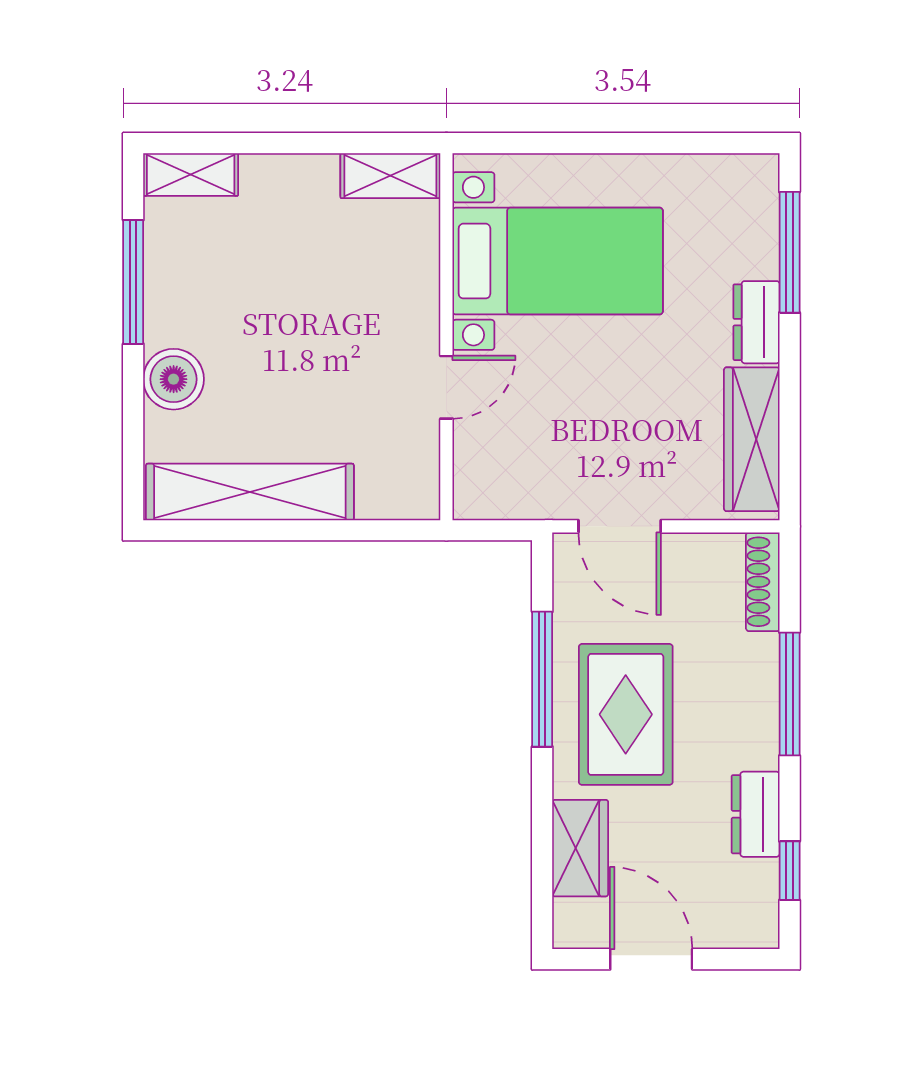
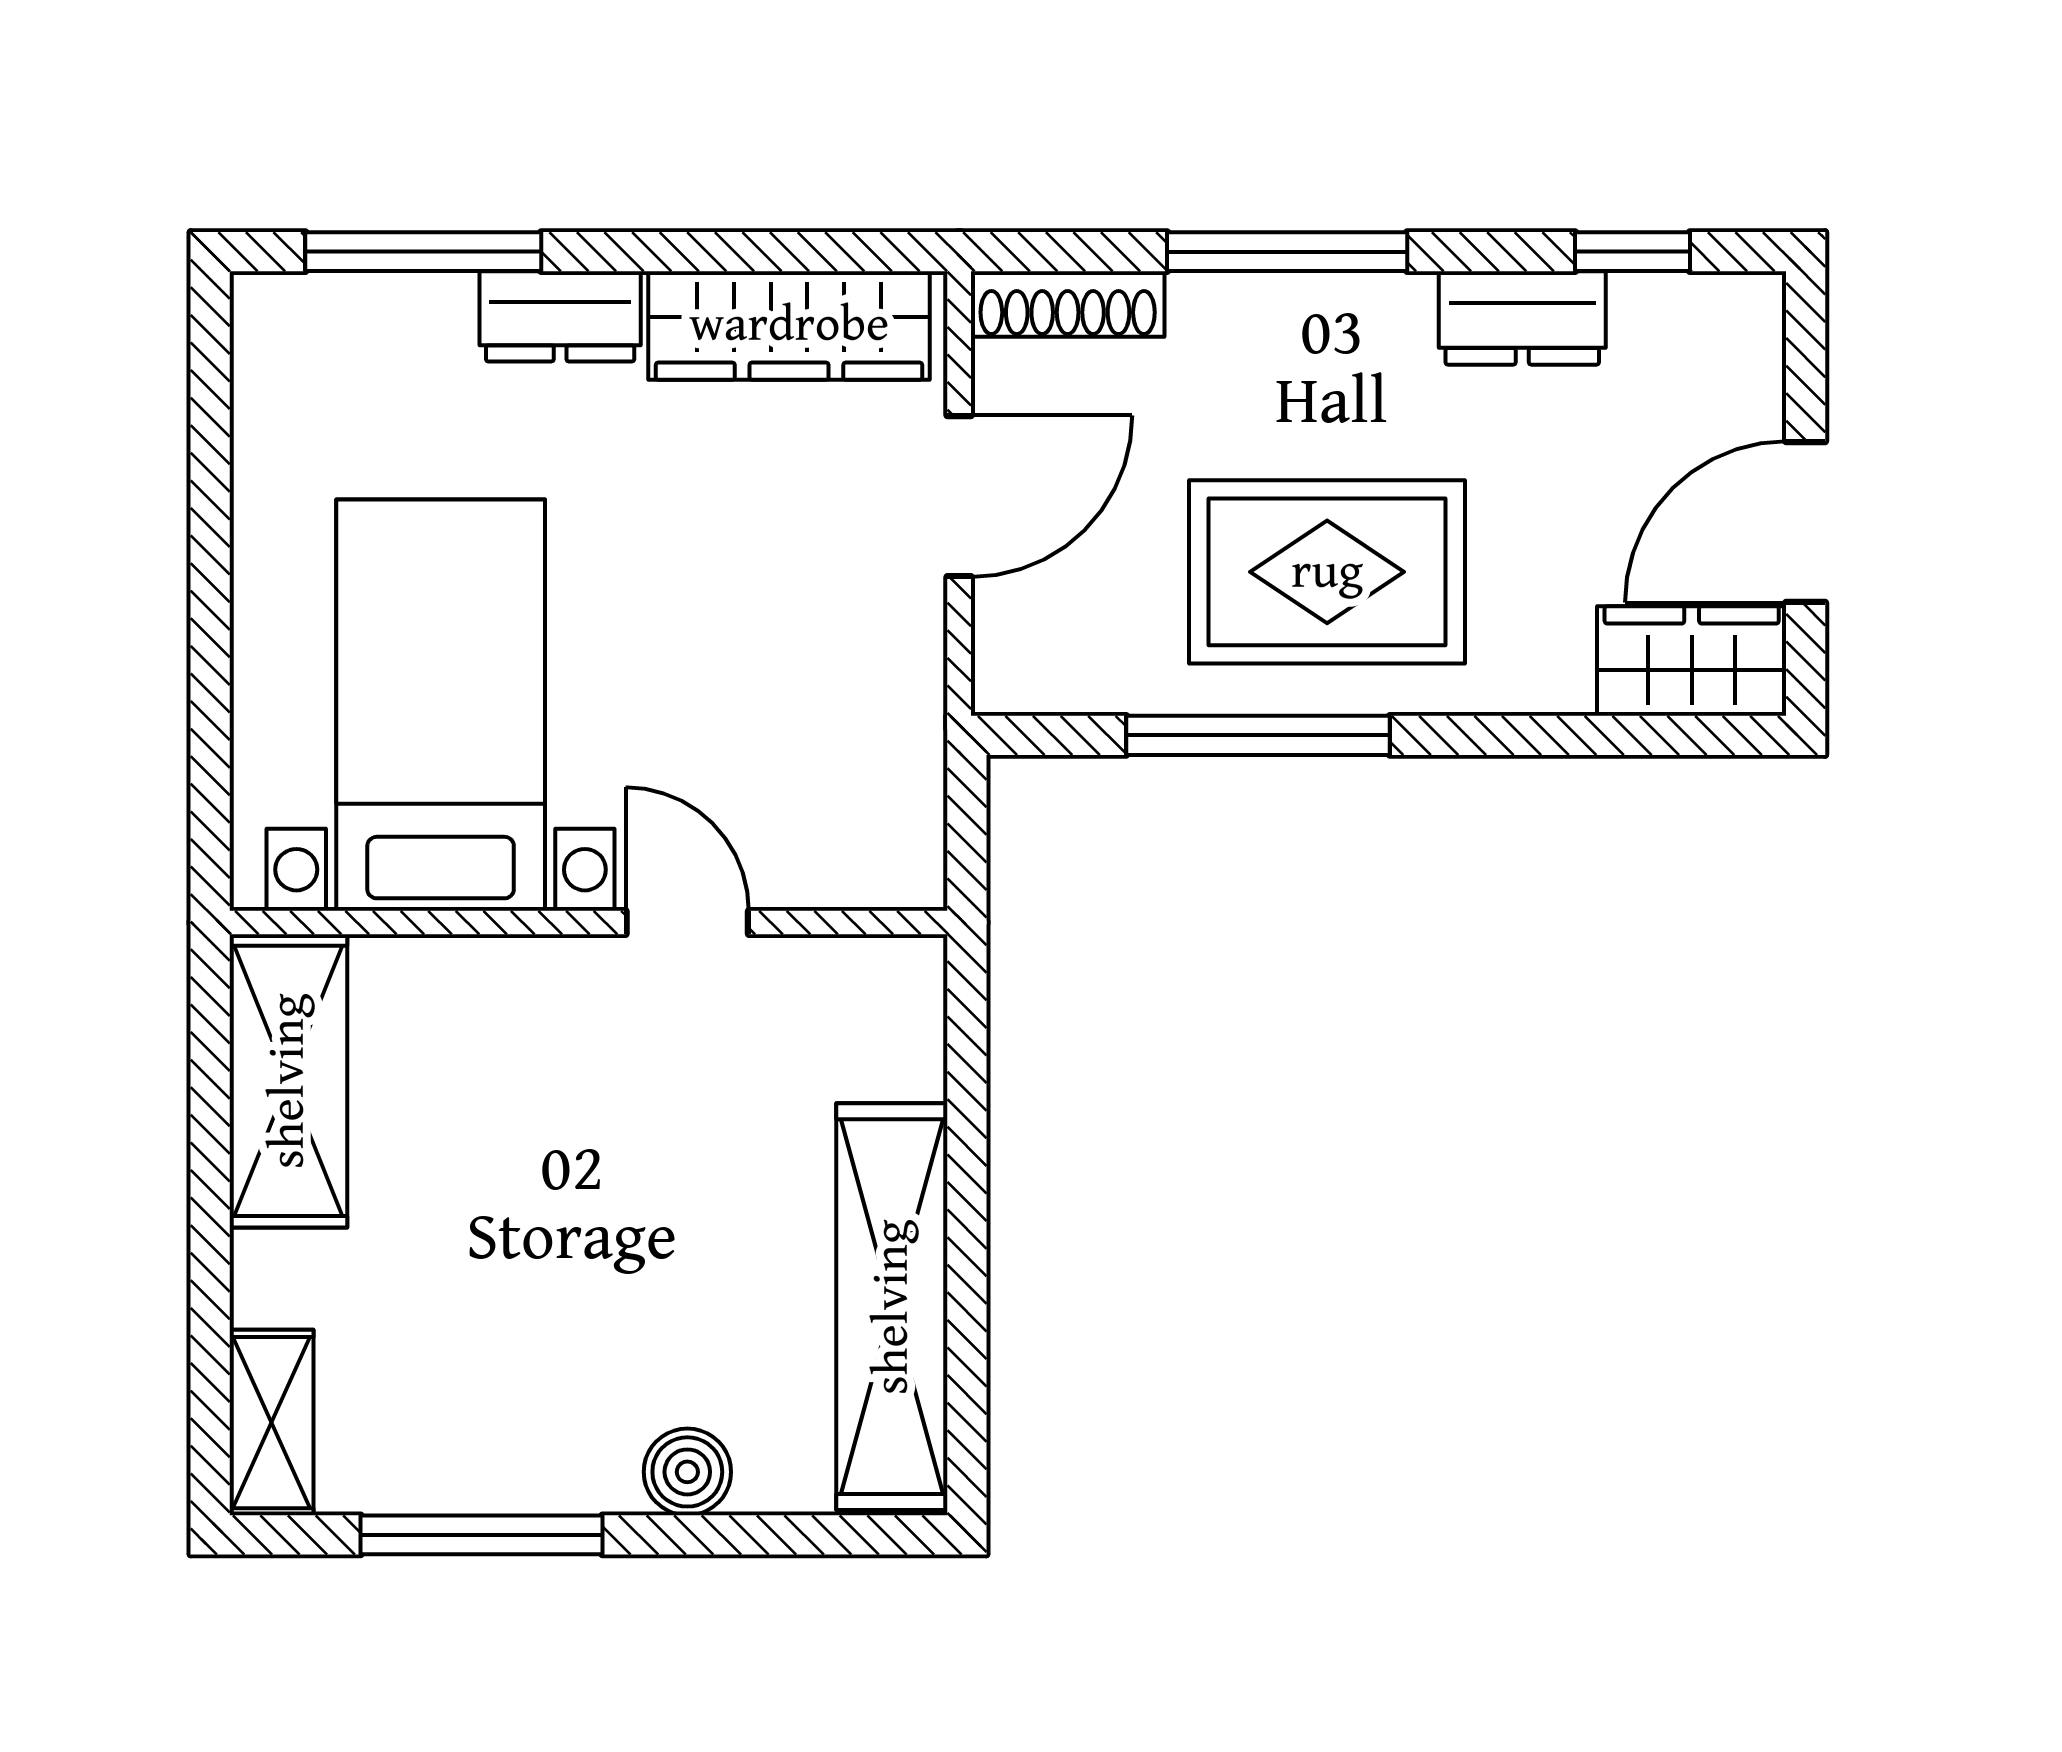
shelving: (390, 176) -> (288, 1081), width x1.50, depth x1.33
boiler: (174, 379) -> (687, 1472), width x0.73, depth x0.73
door: (620, 526) -> (959, 496), moved
wardrobe: (580, 848) -> (1692, 661), moved

